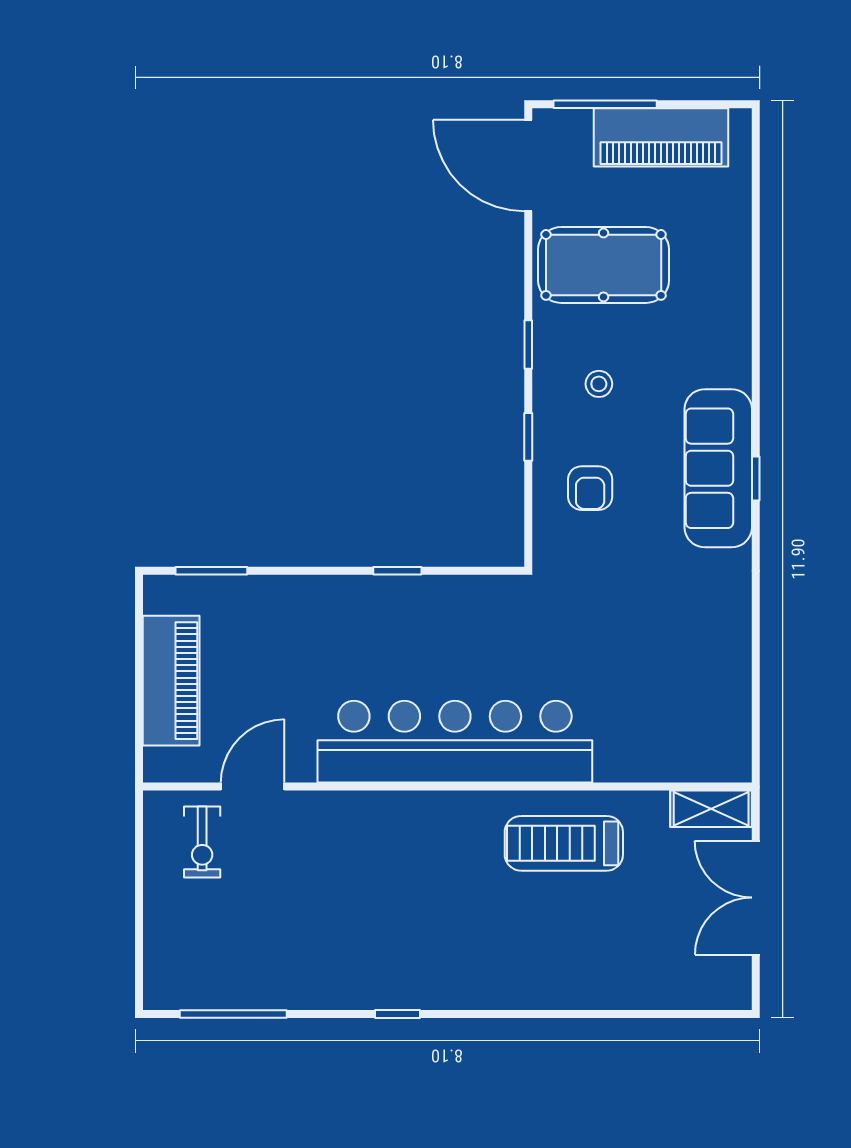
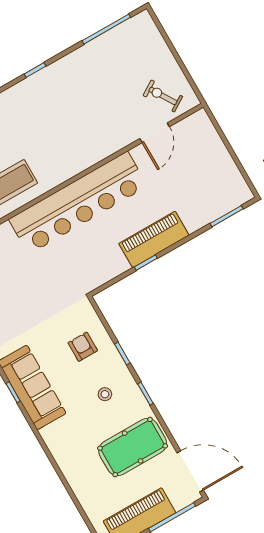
piano: (171, 681) -> (154, 239), moved, turned 90
exercise bike: (202, 842) -> (163, 96), turned -32

